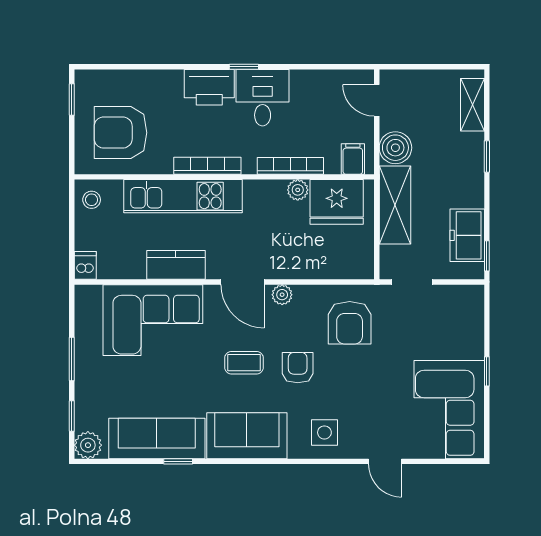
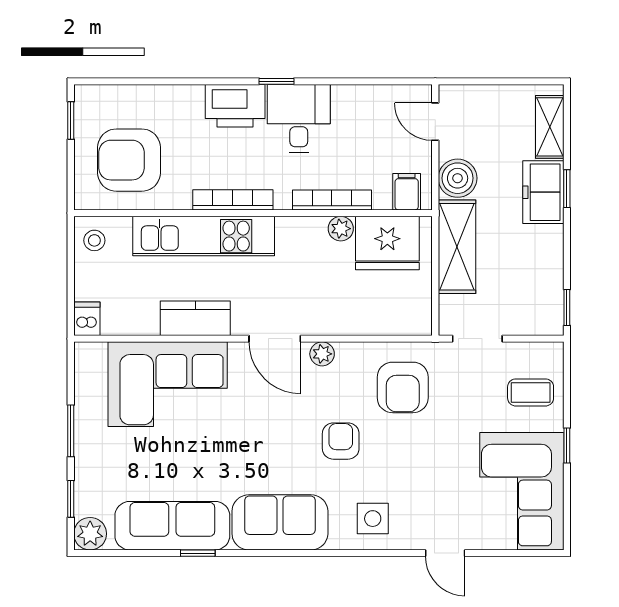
freezer: (467, 235) -> (543, 192), moved
coffee table: (244, 363) -> (531, 392), moved

